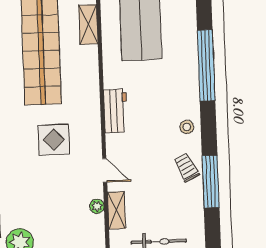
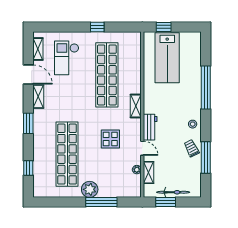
shelving: (88, 24) -> (136, 106), moved
workbench: (115, 111) -> (150, 127), moved
display table: (54, 140) -> (110, 139), moved

